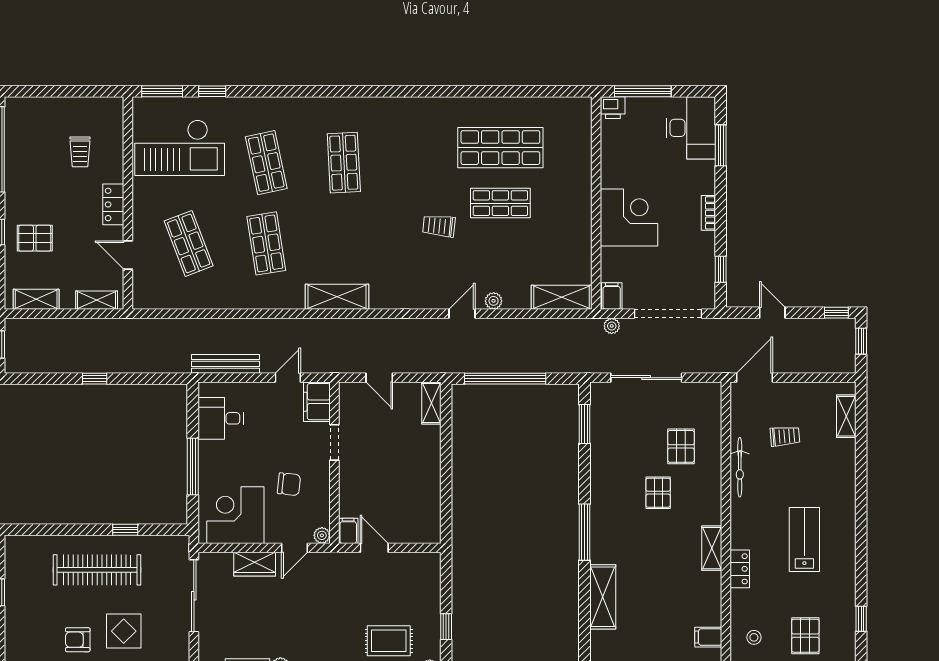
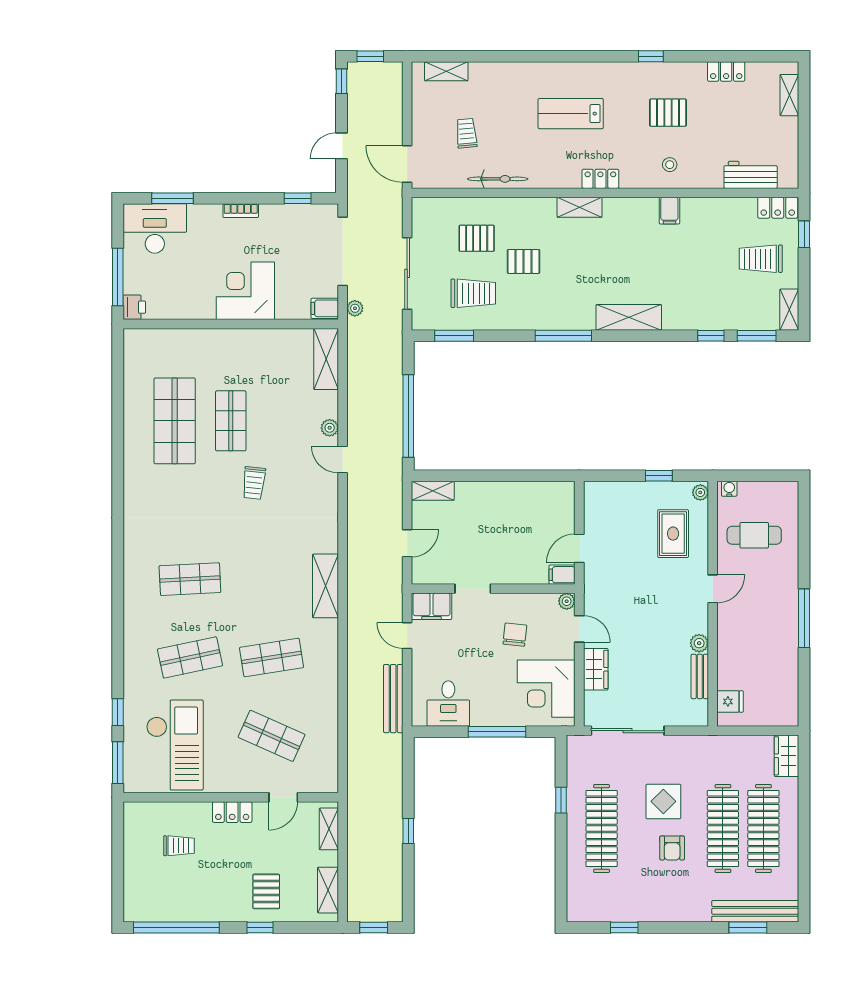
shop shelf: (189, 243) -> (272, 736), turned 45
trolley: (627, 443) -> (473, 293), added

